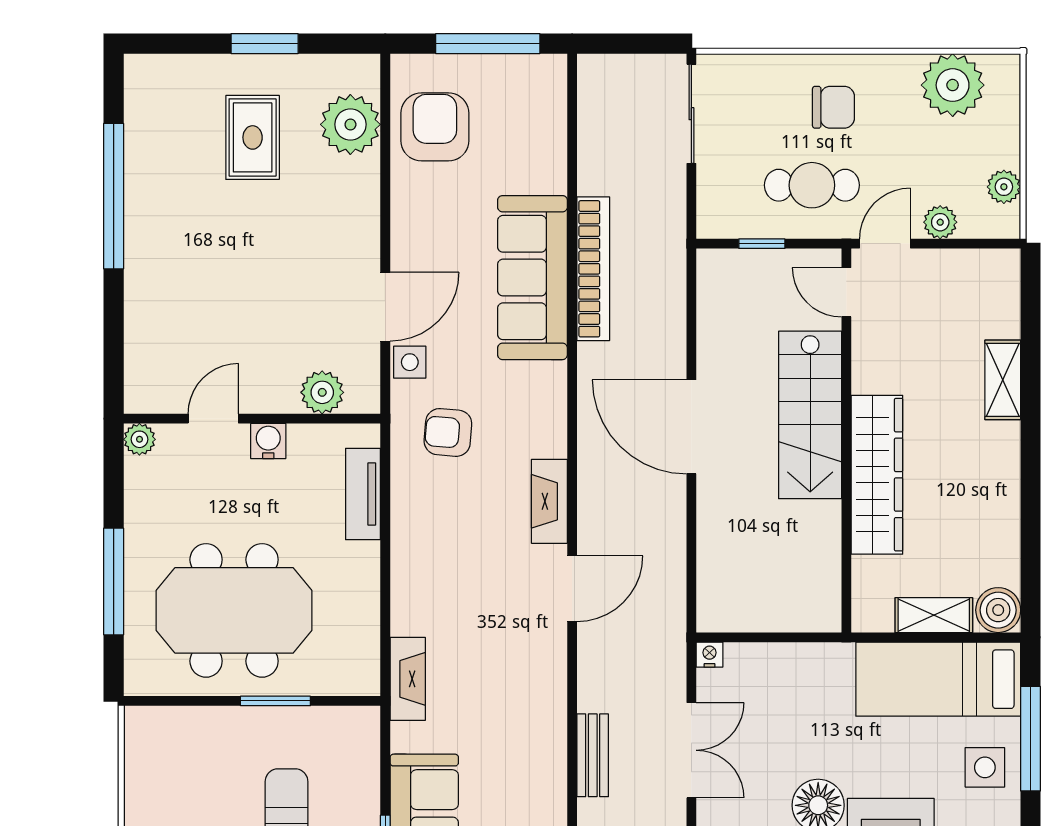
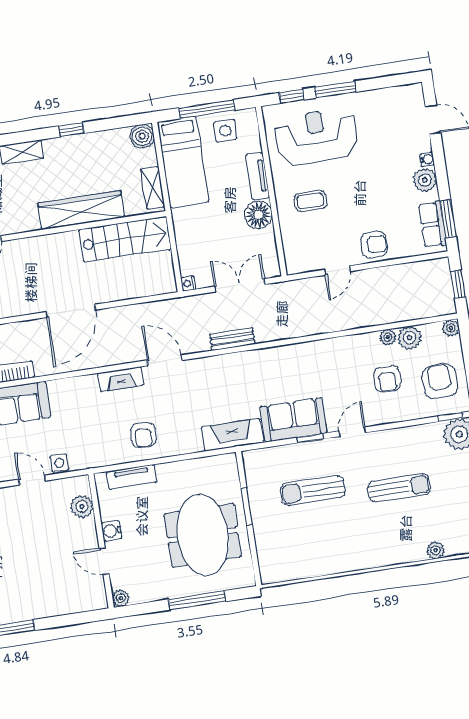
door: (385, 307) -> (32, 480), width x0.73
stairs: (810, 415) -> (125, 239), moved
armchair: (448, 432) -> (143, 435), moved
window: (1031, 480) -> (71, 130), added
shelving: (934, 615) -> (153, 188), moved
fireplace: (408, 679) -> (232, 435), width x1.37, depth x1.32
bench: (593, 755) -> (232, 339), moved

